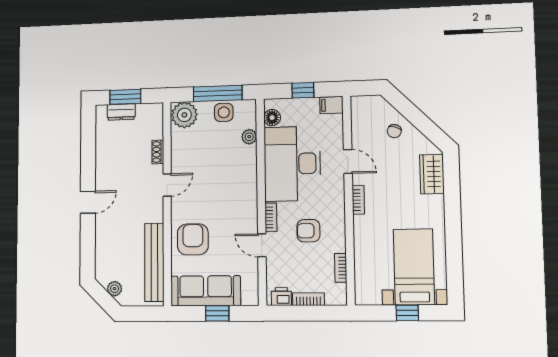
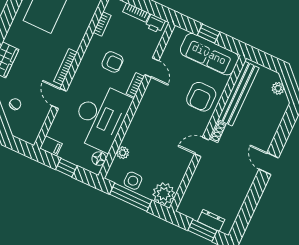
shoe rack: (158, 152) -> (217, 132), moved
bookcase: (358, 200) -> (66, 67), width x1.56
door: (88, 202) -> (269, 164), hinge flipped

